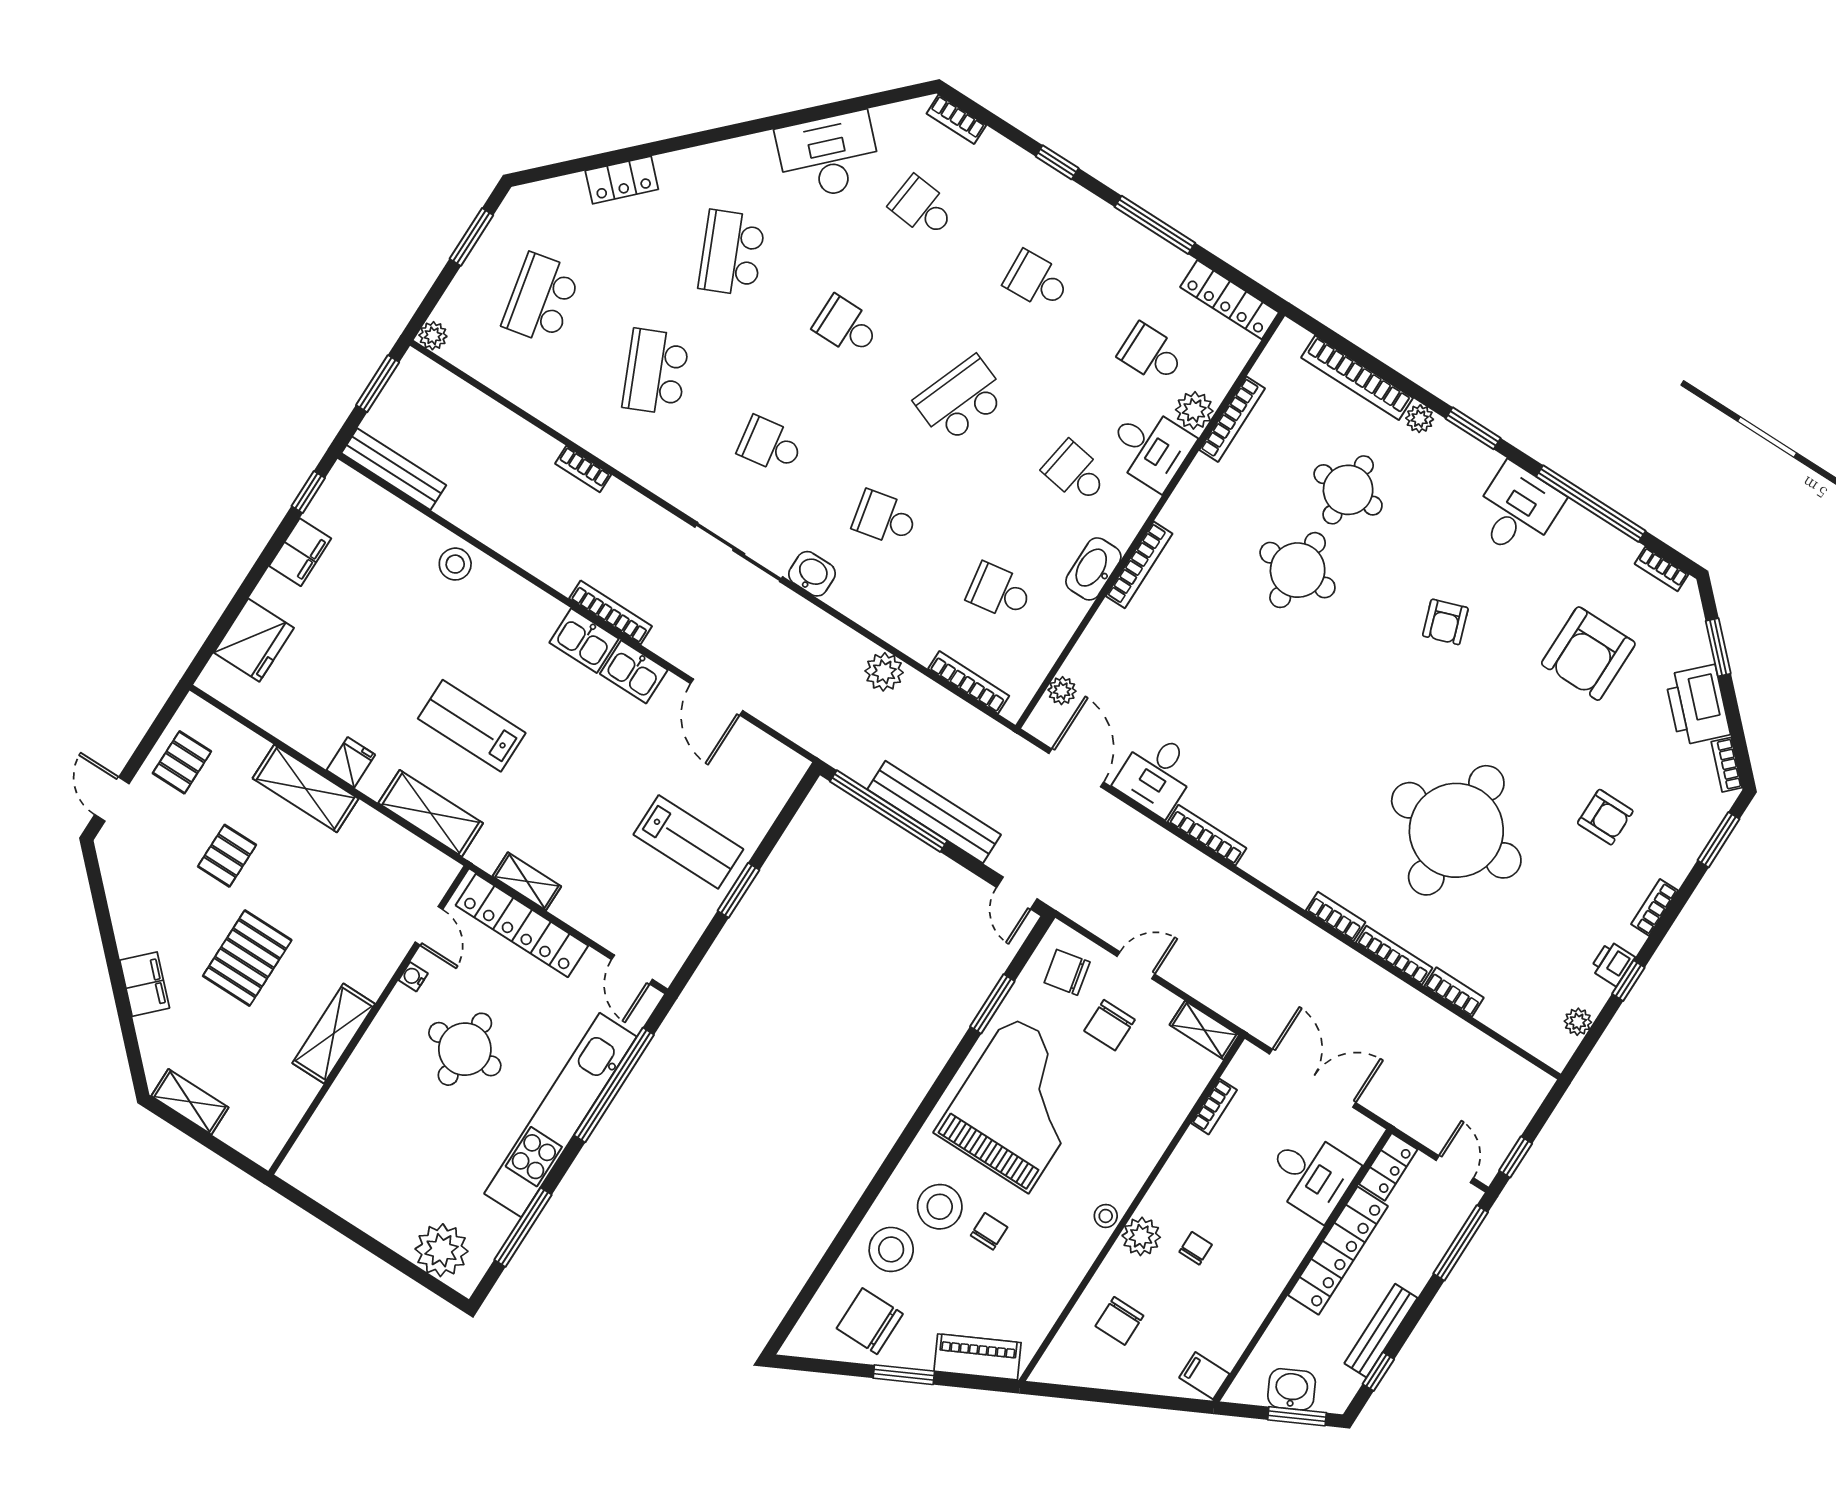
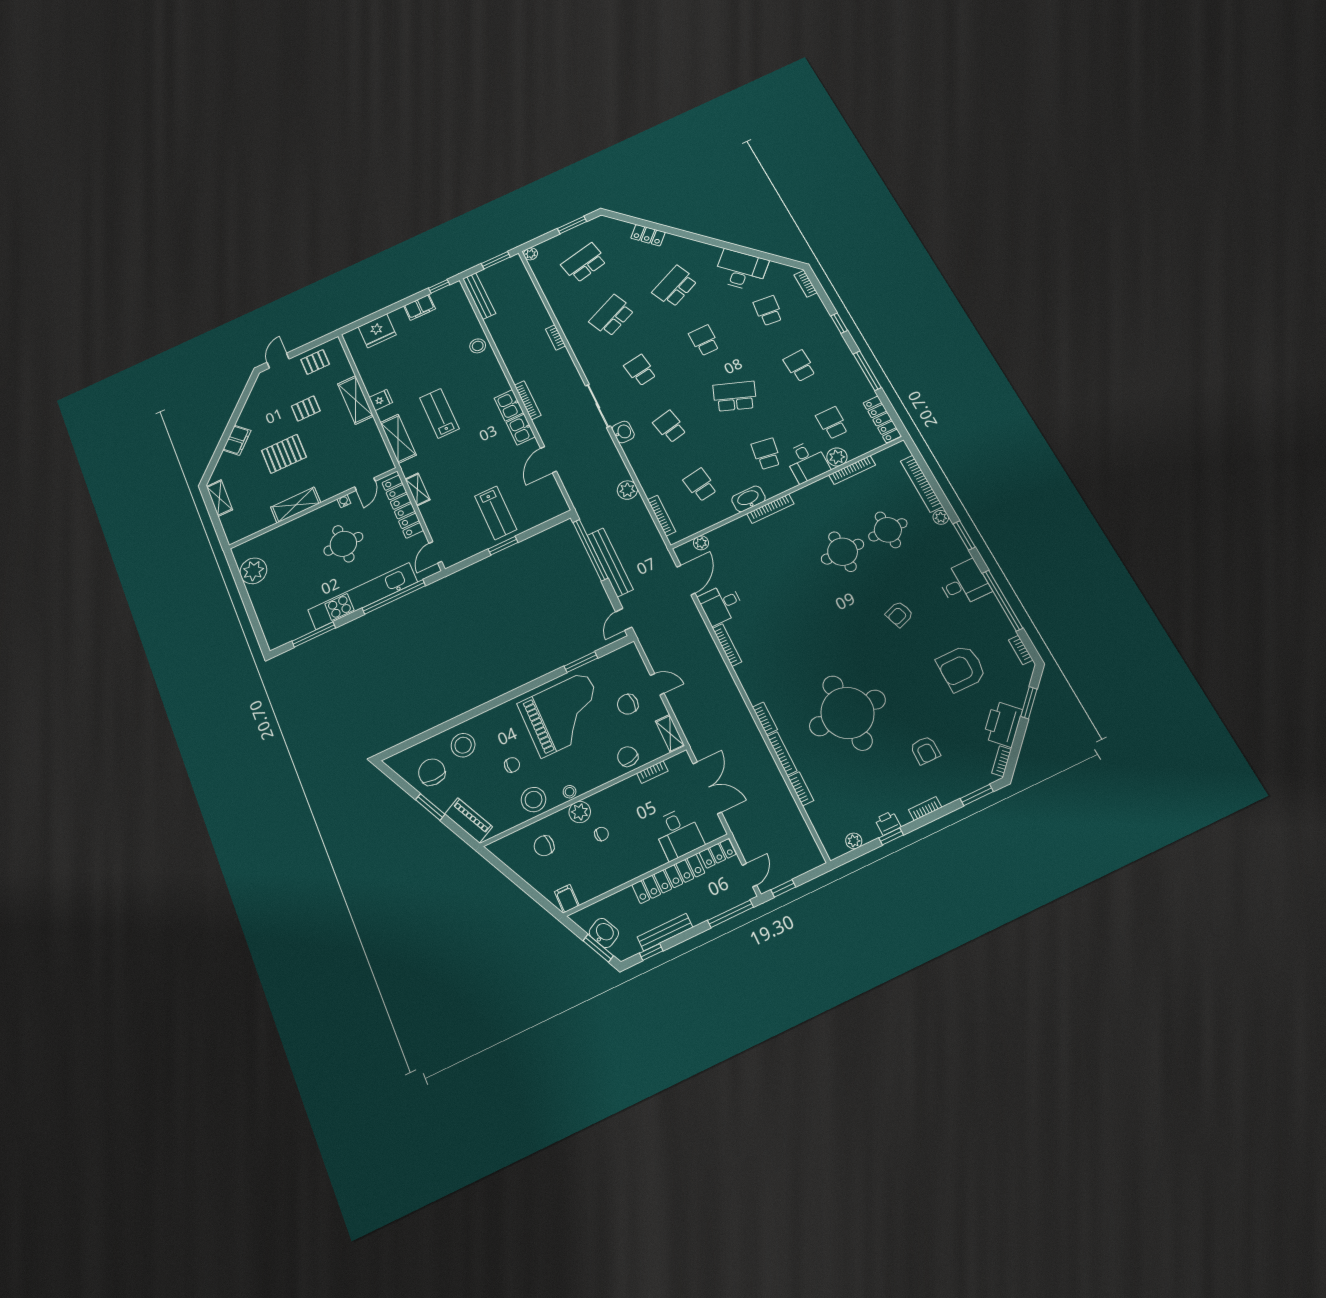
chair: (1067, 972) -> (628, 756), moved
stool: (940, 1207) -> (534, 800), moved
plant: (442, 1250) -> (253, 571), moved

